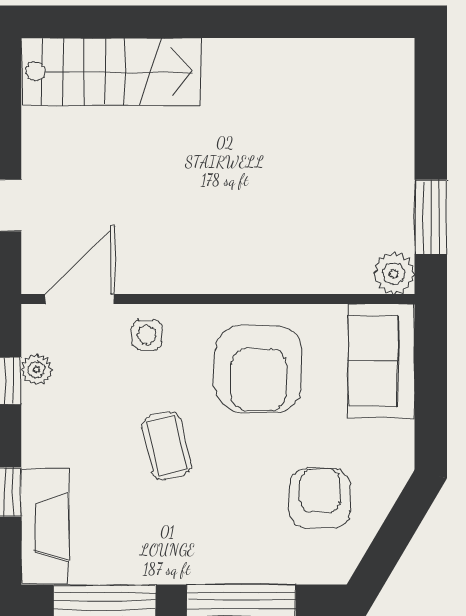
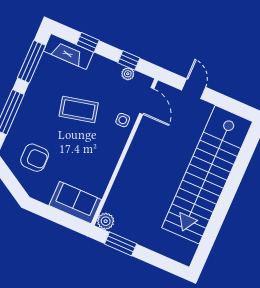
stairs: (110, 72) -> (207, 175), width x1.86, depth x1.51
armchair: (258, 369) -> (92, 156), removed
coffee table: (167, 446) -> (79, 110), width x1.36, depth x1.30

